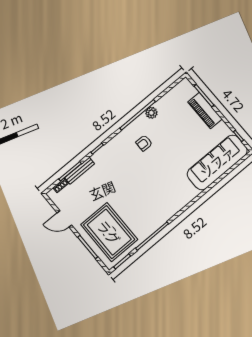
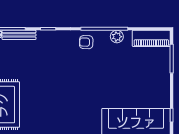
piano: (205, 111) -> (151, 38), moved, turned -90
armchair: (144, 143) -> (86, 42), moved

